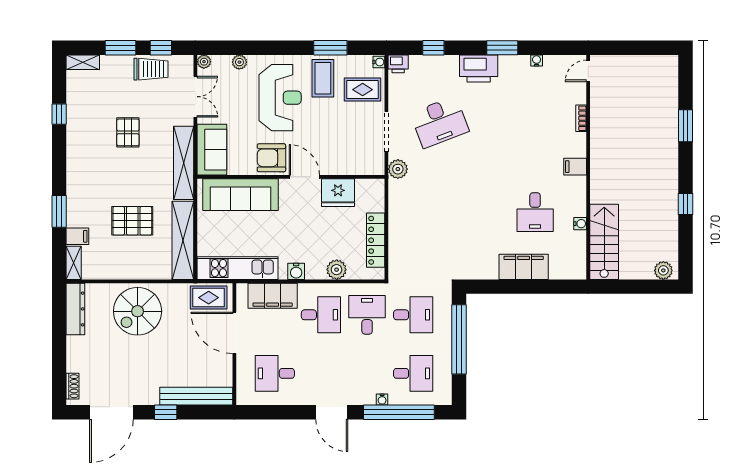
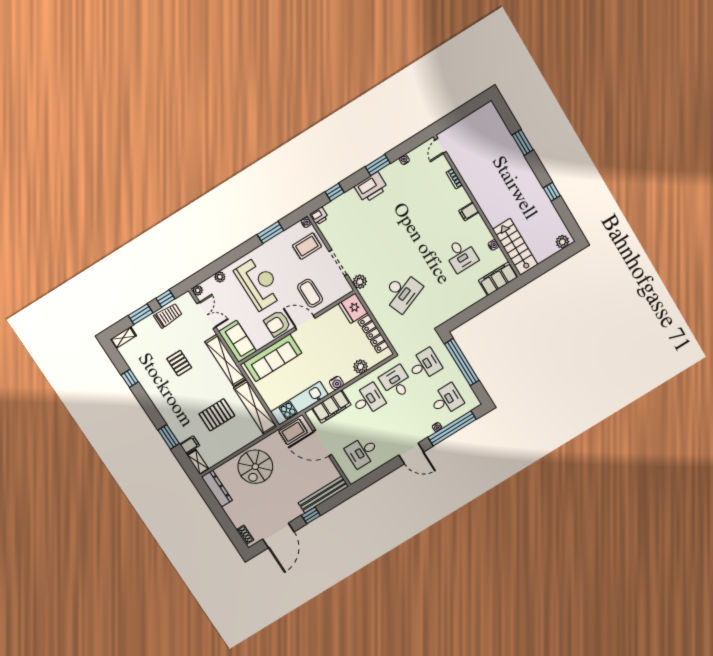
coffee table: (323, 78) -> (310, 293), moved
desk: (440, 122) -> (402, 292), moved
fridge: (338, 193) -> (353, 308), moved, turned 90
filing cabinet: (524, 267) -> (498, 279), moved

